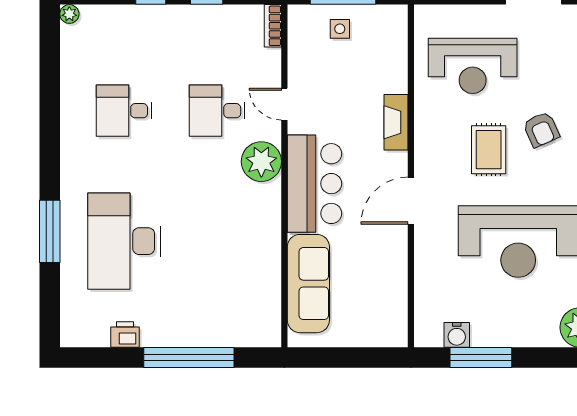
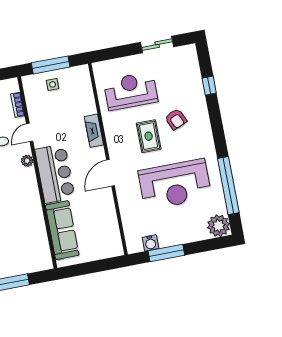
bookcase: (273, 26) -> (18, 105), moved
reception desk: (473, 66) -> (131, 91), turned 180
door: (284, 104) -> (30, 132), hinge flipped
plant: (261, 162) -> (27, 161), width x0.53, depth x0.53

